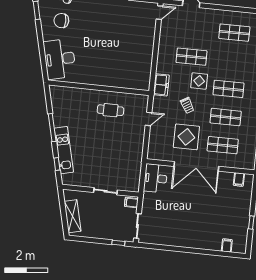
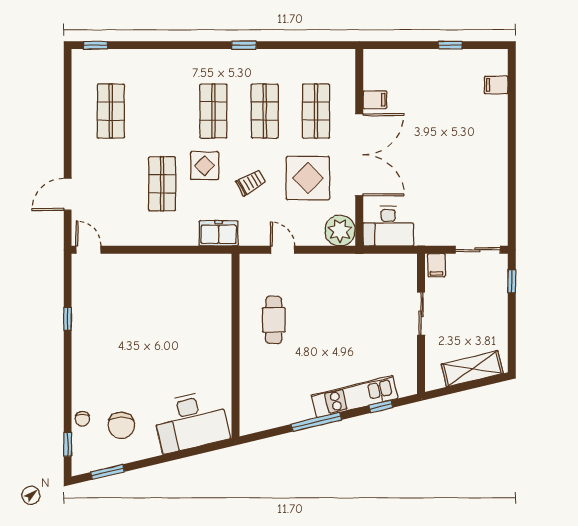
plant: (156, 152) -> (340, 231), added
filing cabinet: (239, 179) -> (375, 100), moved

